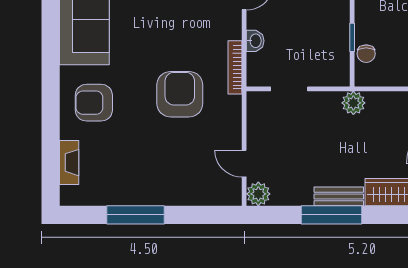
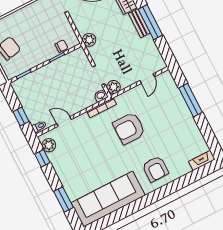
washbasin: (255, 41) -> (101, 96), moved
fireplace: (69, 163) -> (202, 160), moved
plant: (258, 194) -> (114, 87), moved
window: (136, 215) -> (190, 100), moved

